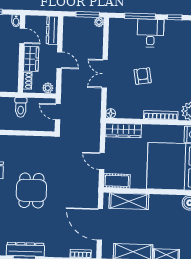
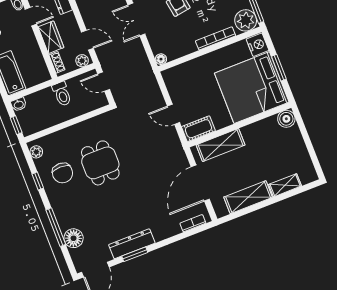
door: (59, 60) -> (87, 40), moved
wardrobe: (123, 130) -> (182, 72), removed
dining table: (31, 190) -> (100, 163), moved
door: (100, 224) -> (200, 183), hinge flipped

